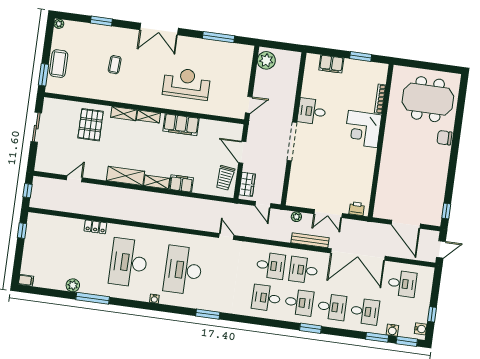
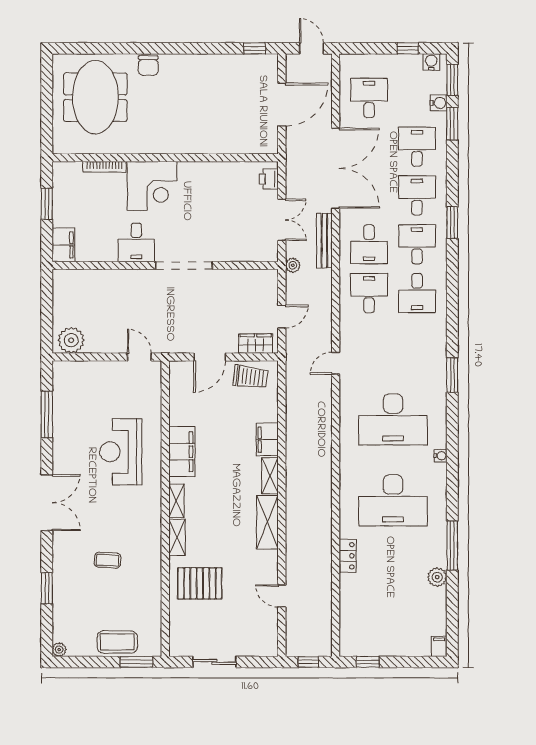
desk: (312, 111) -> (136, 242), moved
wall: (294, 129) -> (165, 265), moved
doorway: (292, 141) -> (184, 265), moved

